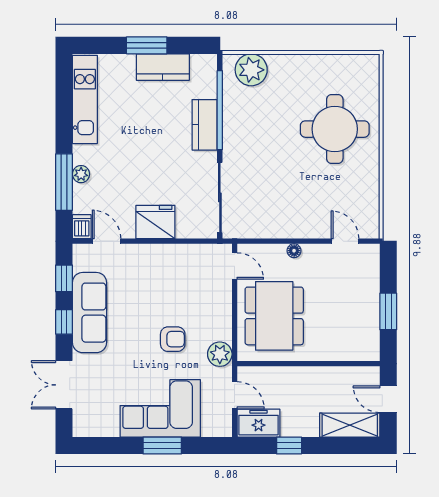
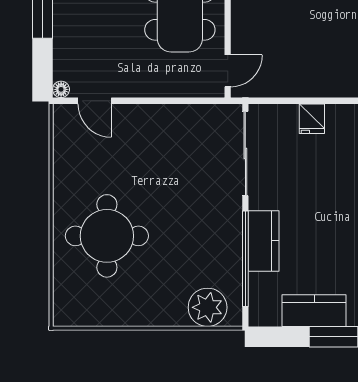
fridge: (155, 222) -> (312, 119), width x0.53, depth x0.75
floor lamp: (294, 251) -> (61, 89), moved
door: (235, 266) -> (228, 71), swing flipped

